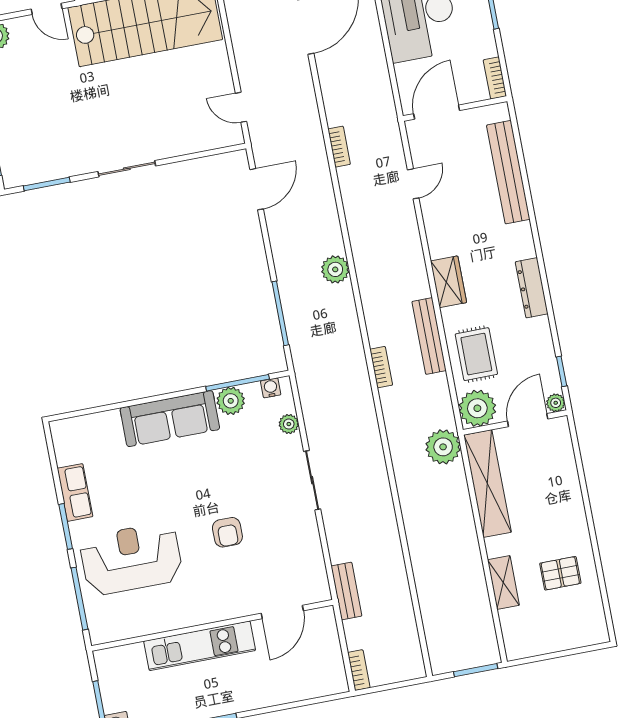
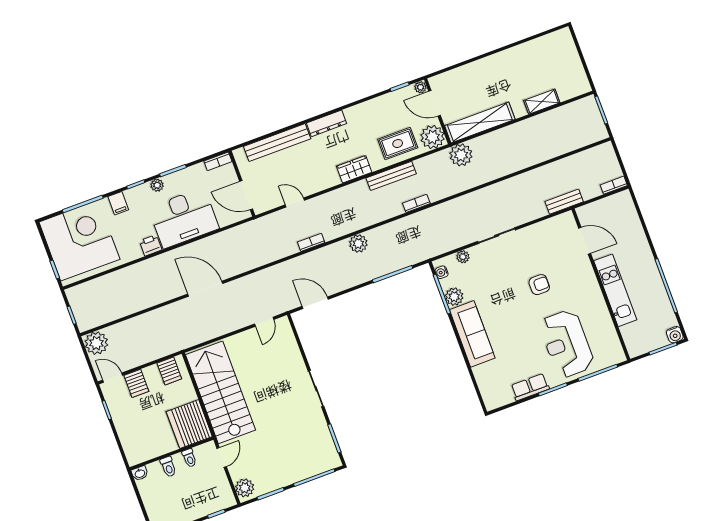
bookcase: (339, 147) -> (311, 242), moved
dresser: (532, 288) -> (327, 123), moved
pallet: (560, 573) -> (530, 66), removed

